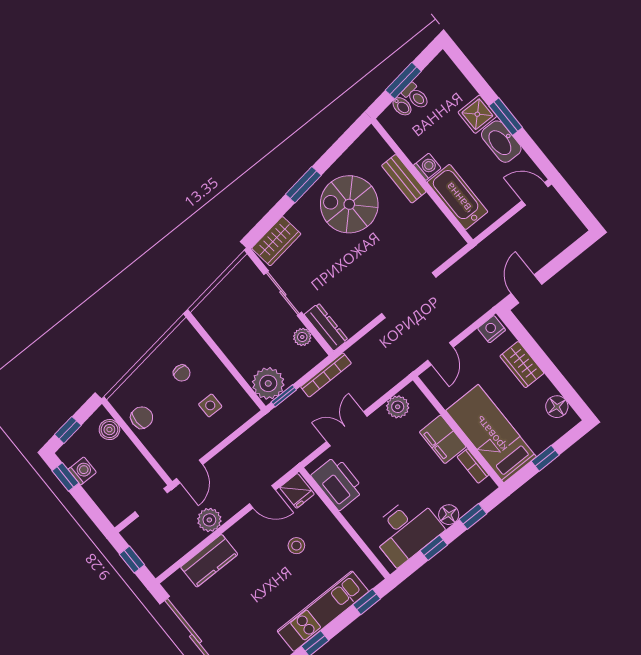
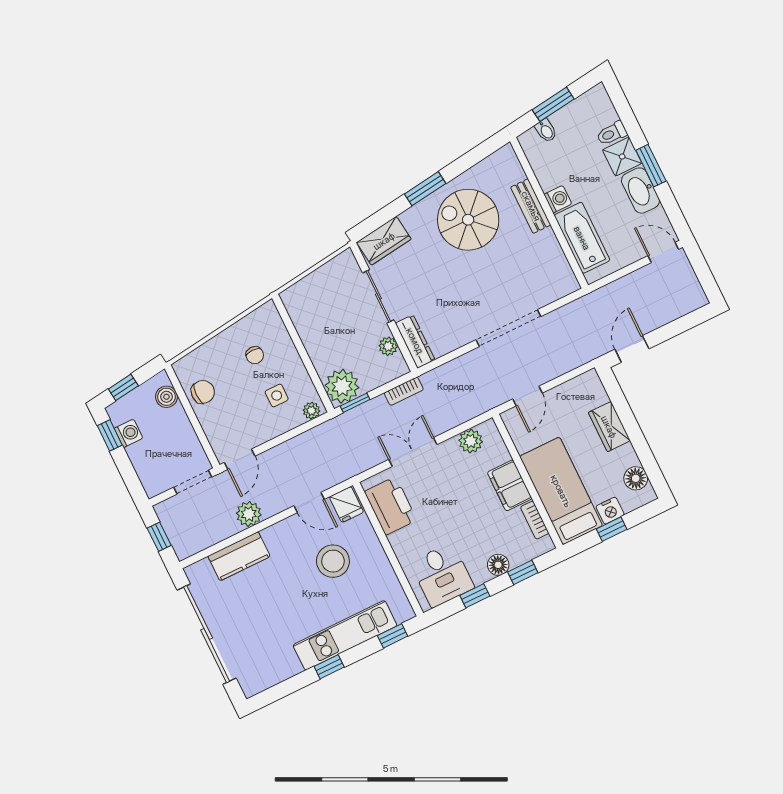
toilet: (416, 96) -> (612, 133), moved, turned 97
nightstand: (492, 329) -> (610, 511), moved, turned 180
bookcase: (326, 375) -> (404, 391), width x0.64
plant: (245, 412) -> (311, 411), added
desk: (406, 530) -> (442, 575), width x0.73
stool: (296, 546) -> (333, 561), width x1.89, depth x1.89

